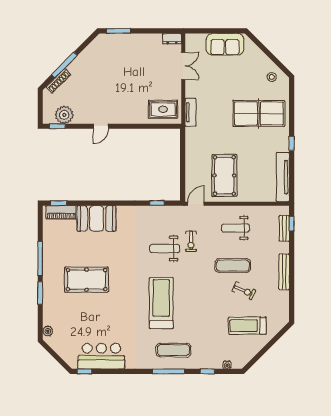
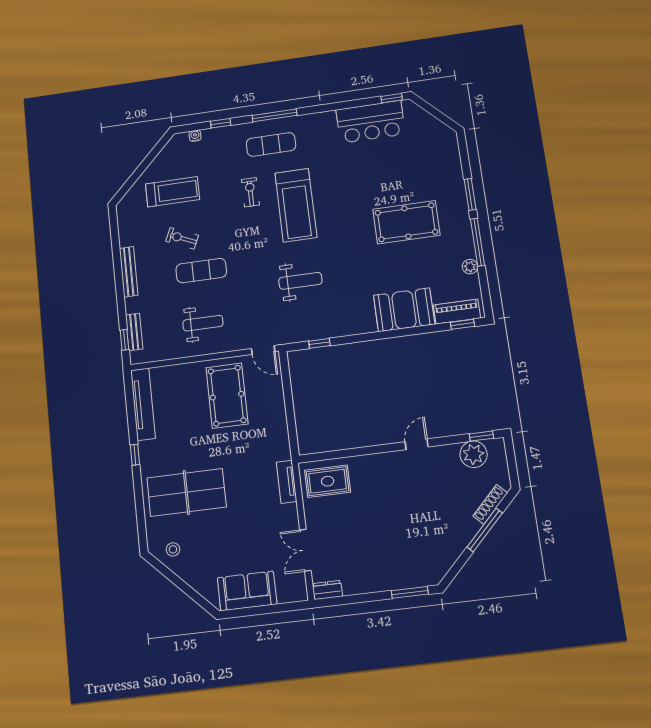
door: (196, 204) -> (263, 350), hinge flipped
exercise bike: (191, 241) -> (250, 192), moved
plant: (48, 331) -> (470, 267), moved

